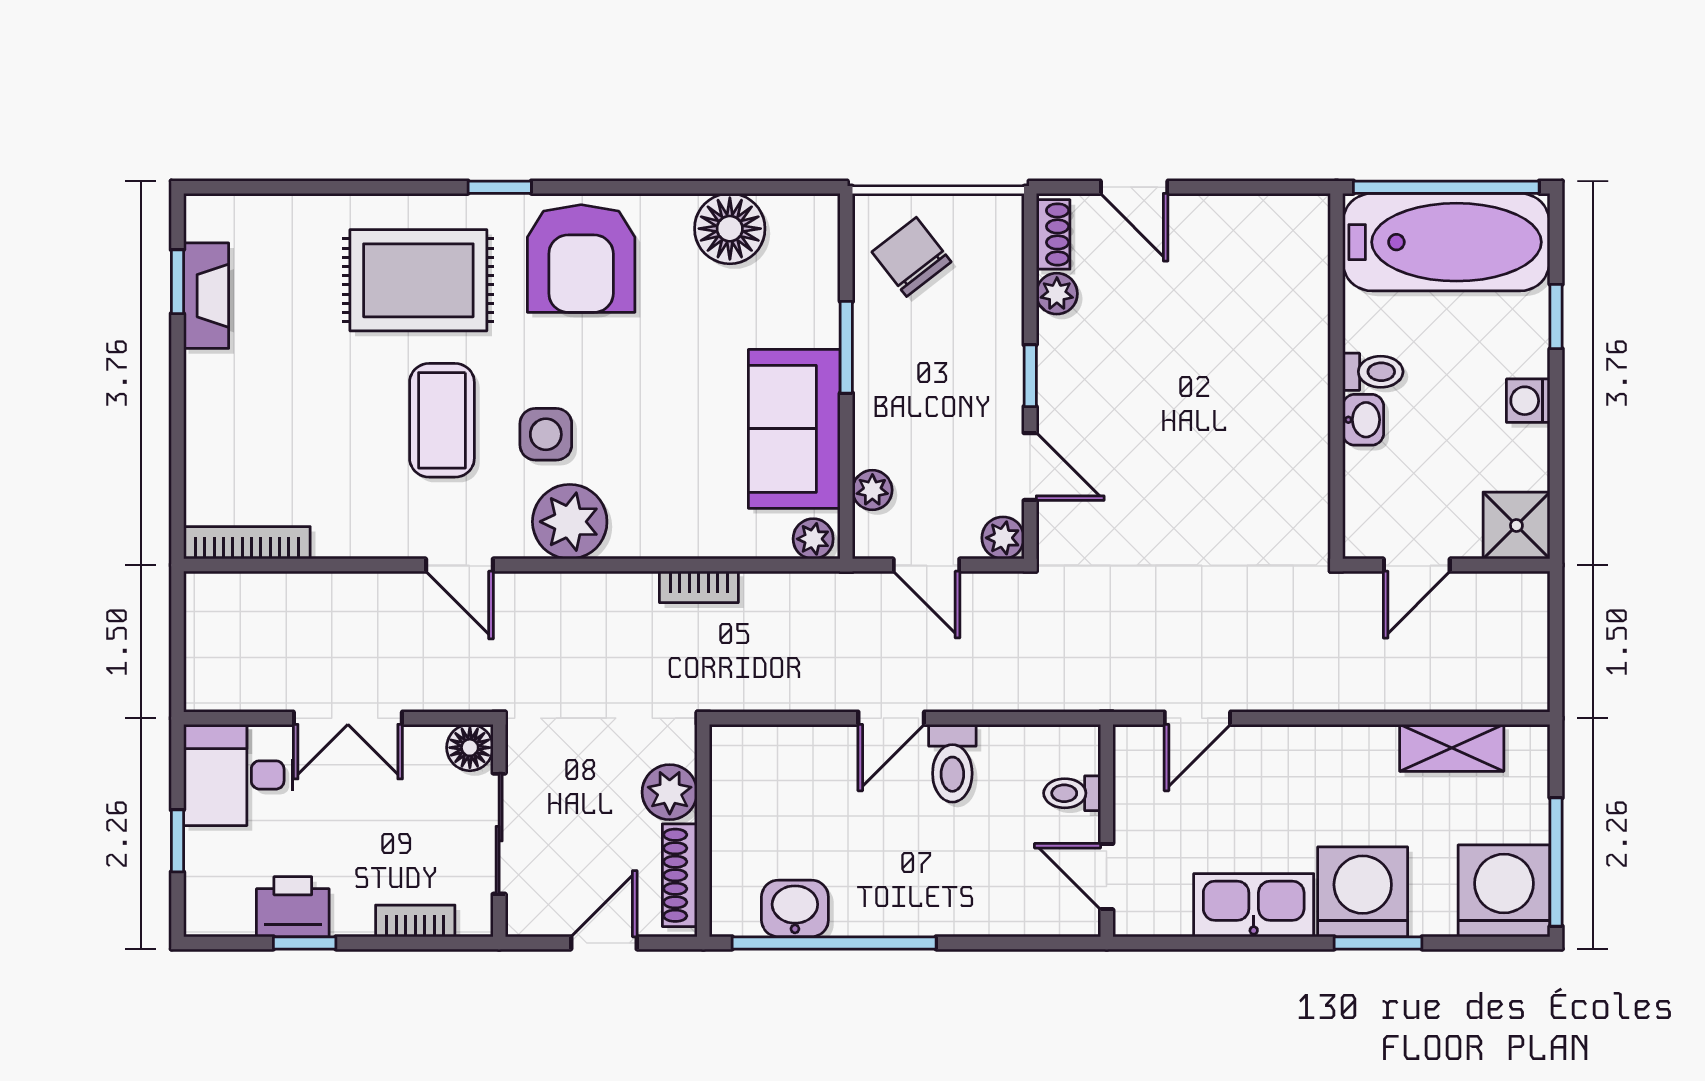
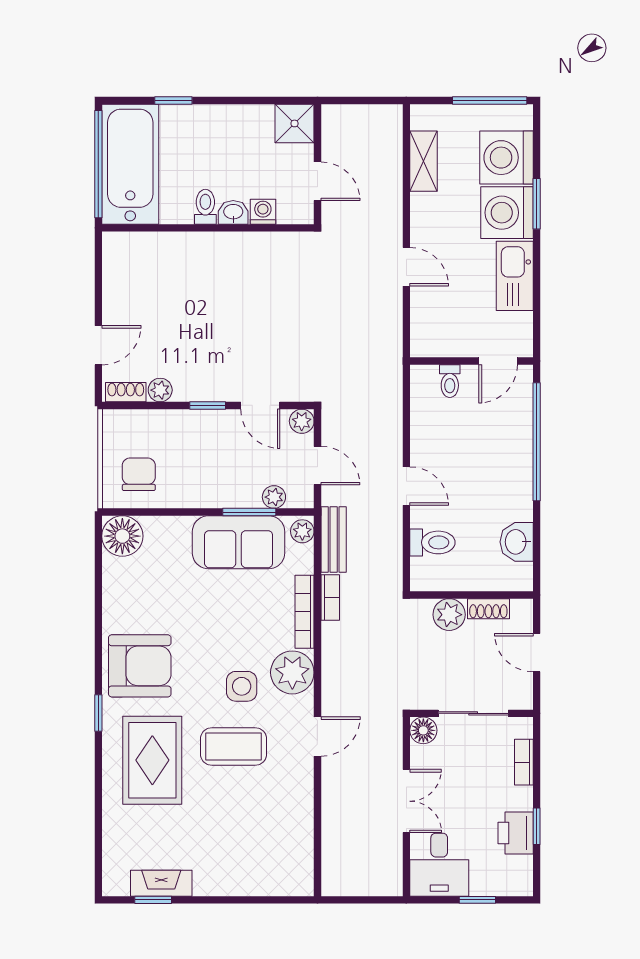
floor lamp: (730, 229) -> (122, 536), moved
chair: (911, 257) -> (139, 474), turned 128
window: (846, 347) -> (249, 512), moved
washing machine: (1528, 401) -> (263, 212), moved, turned 180
door: (1030, 467) -> (260, 405), swing flipped
bookcase: (247, 543) -> (305, 612), moved
door: (926, 565) -> (317, 466), hinge flipped
bench: (799, 593) -> (334, 539), added
door: (1197, 718) -> (406, 267), moved
toilet: (952, 763) -> (432, 542), moved
shoe rack: (680, 875) -> (488, 609), width x0.70
washing machine: (1504, 891) -> (506, 158), moved
window: (834, 943) -> (537, 442), moved

